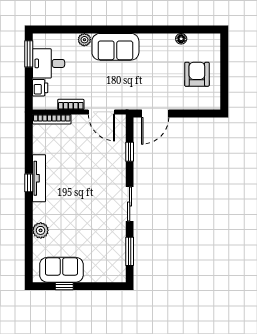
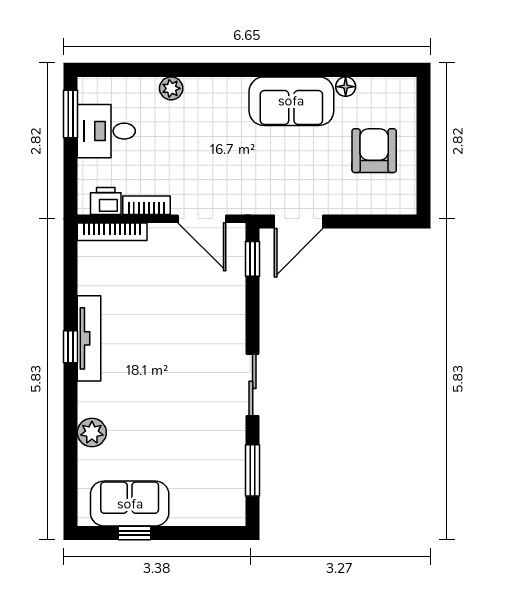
sofa: (115, 47) -> (291, 101), moved
printer: (40, 88) -> (106, 201), moved, turned -90
window: (130, 152) -> (253, 259), moved

